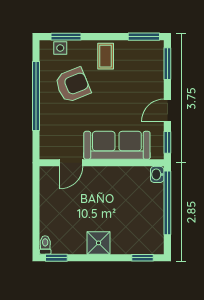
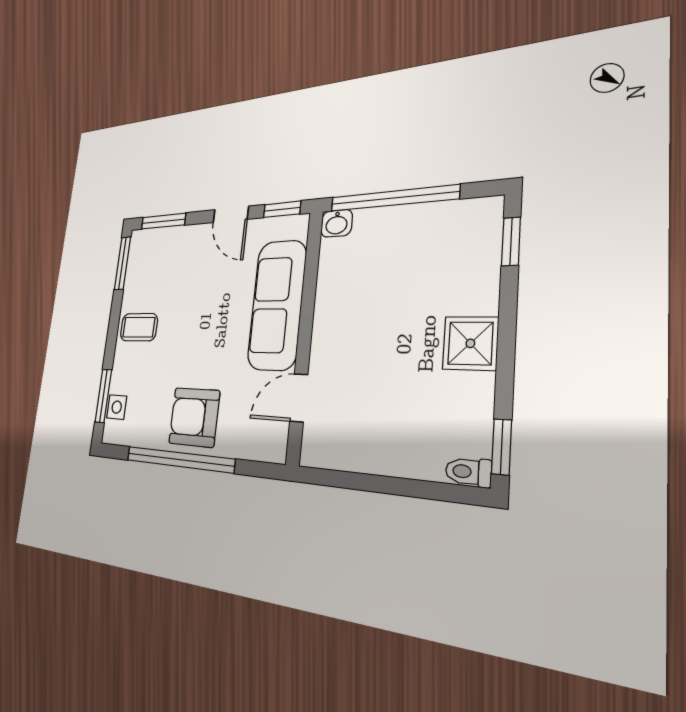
armchair: (73, 85) -> (194, 417), moved, turned -68
door: (71, 163) -> (299, 398), swing flipped

